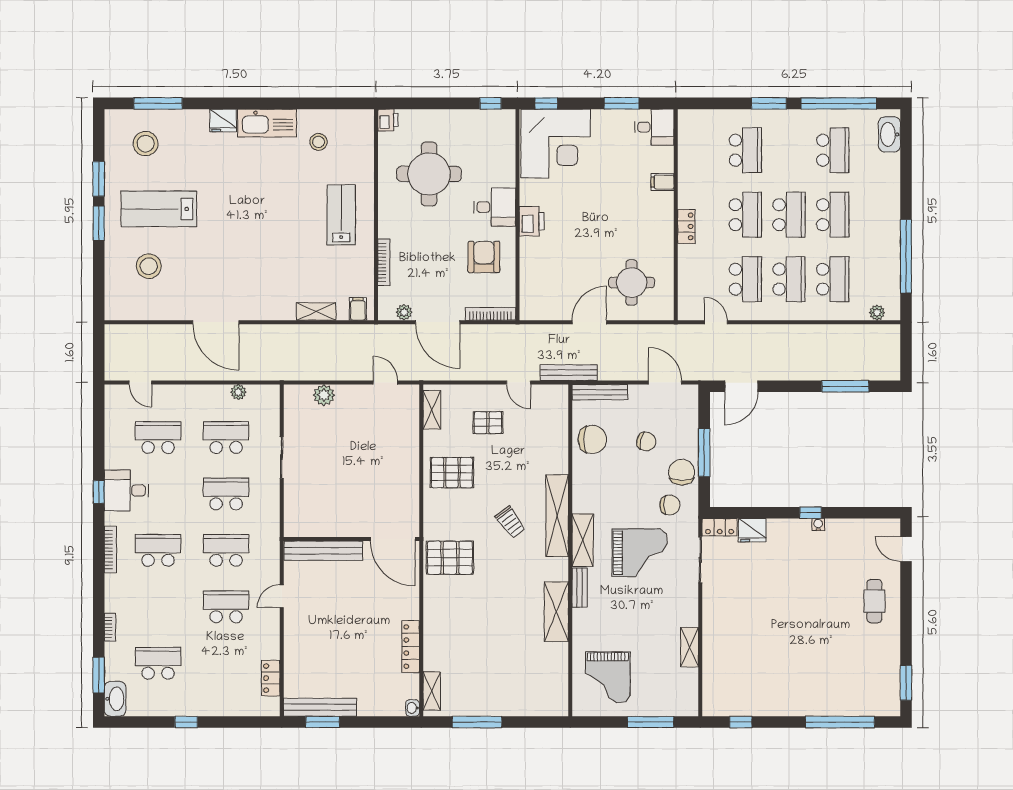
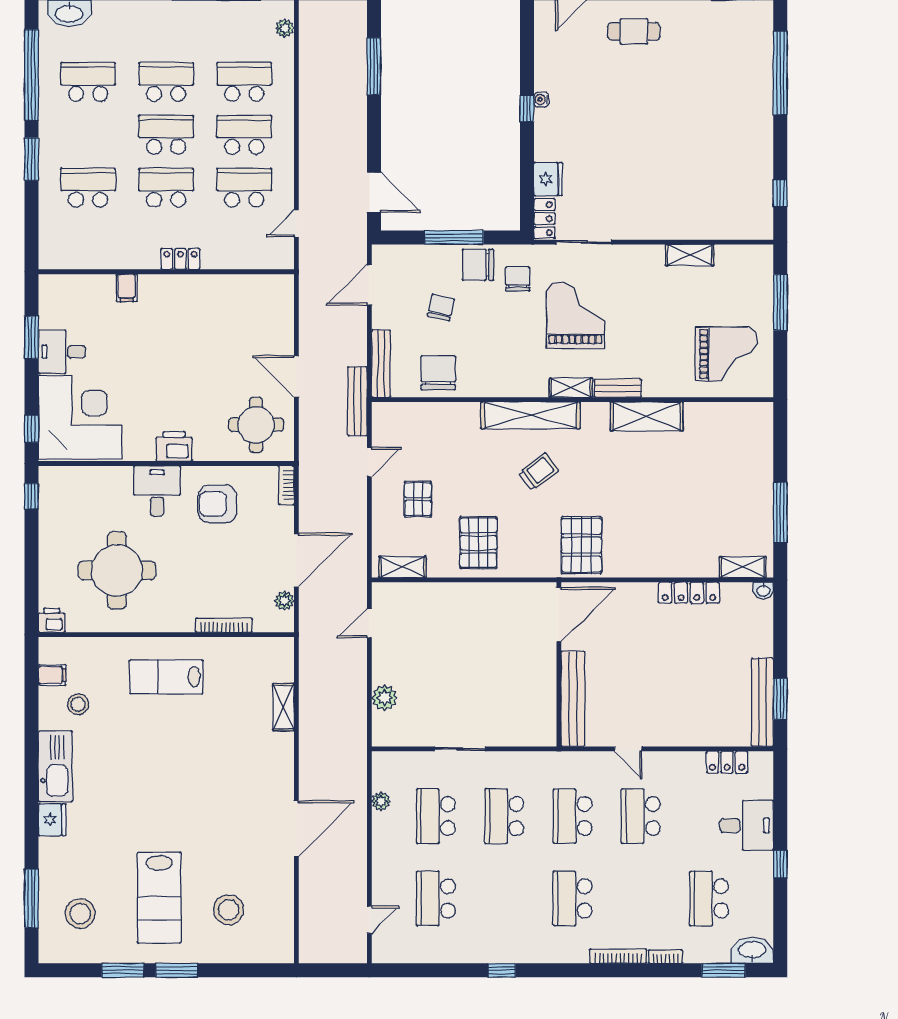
desk: (654, 127) -> (62, 352), moved, turned -90
round table: (632, 283) -> (256, 425), moved
filing cabinet: (358, 309) -> (52, 675), moved, turned 180
bookcase: (490, 314) -> (286, 485), width x0.64
desk: (127, 490) -> (747, 826), moved, turned -90
shelving: (583, 540) -> (571, 388), width x0.67, depth x0.75
bookcase: (110, 549) -> (618, 956), moved

